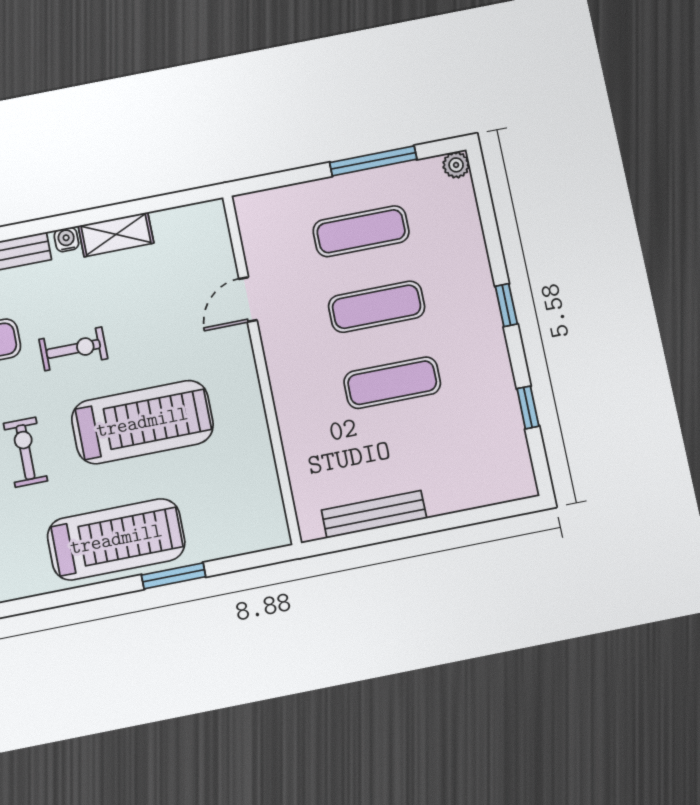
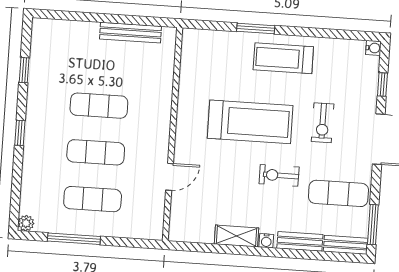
treadmill: (142, 422) -> (250, 122), turned 180
treadmill: (116, 539) -> (283, 58), width x0.73, depth x0.73

